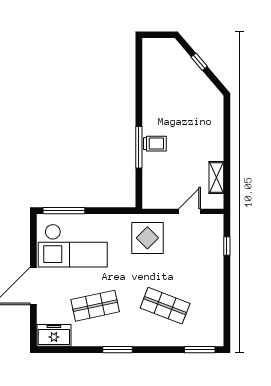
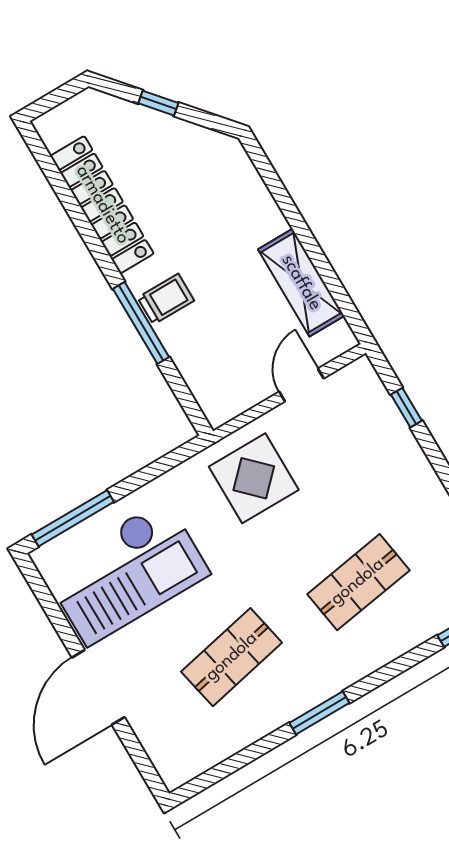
locker: (152, 90) -> (102, 205), added
shelving: (216, 178) -> (301, 283), width x1.50, depth x1.33
shop shelf: (165, 306) -> (358, 582), turned -30
freezer: (54, 335) -> (189, 755), removed

